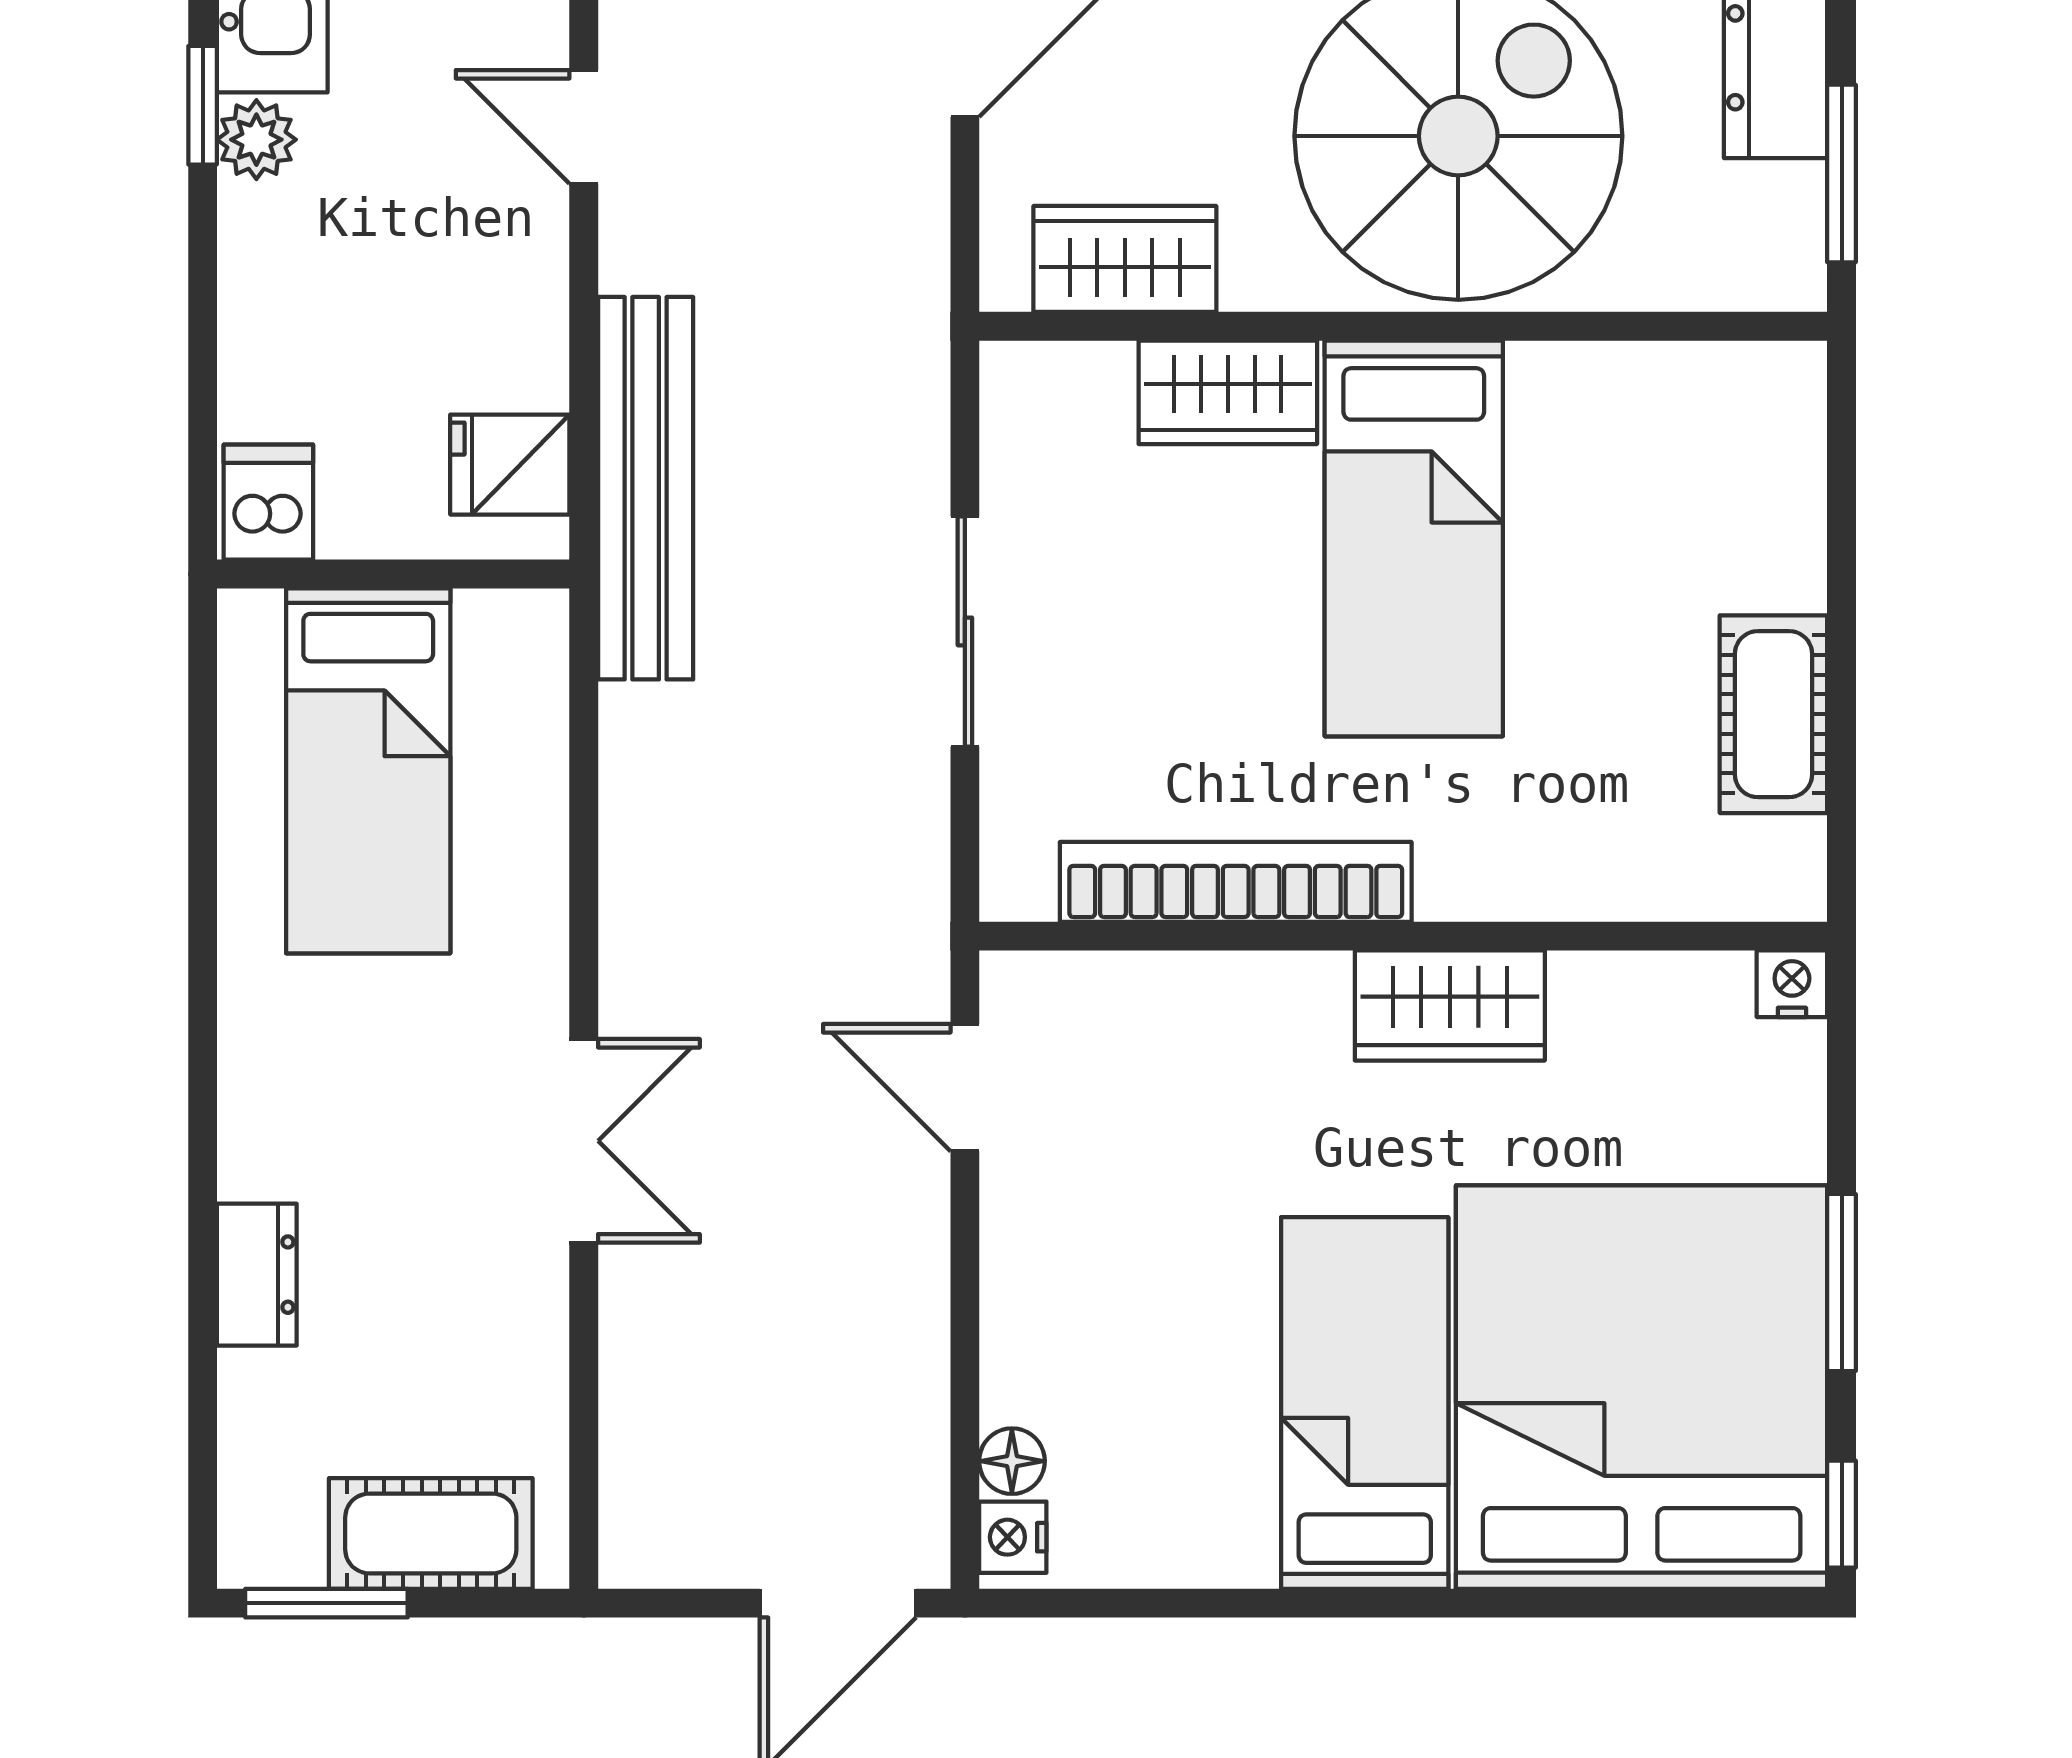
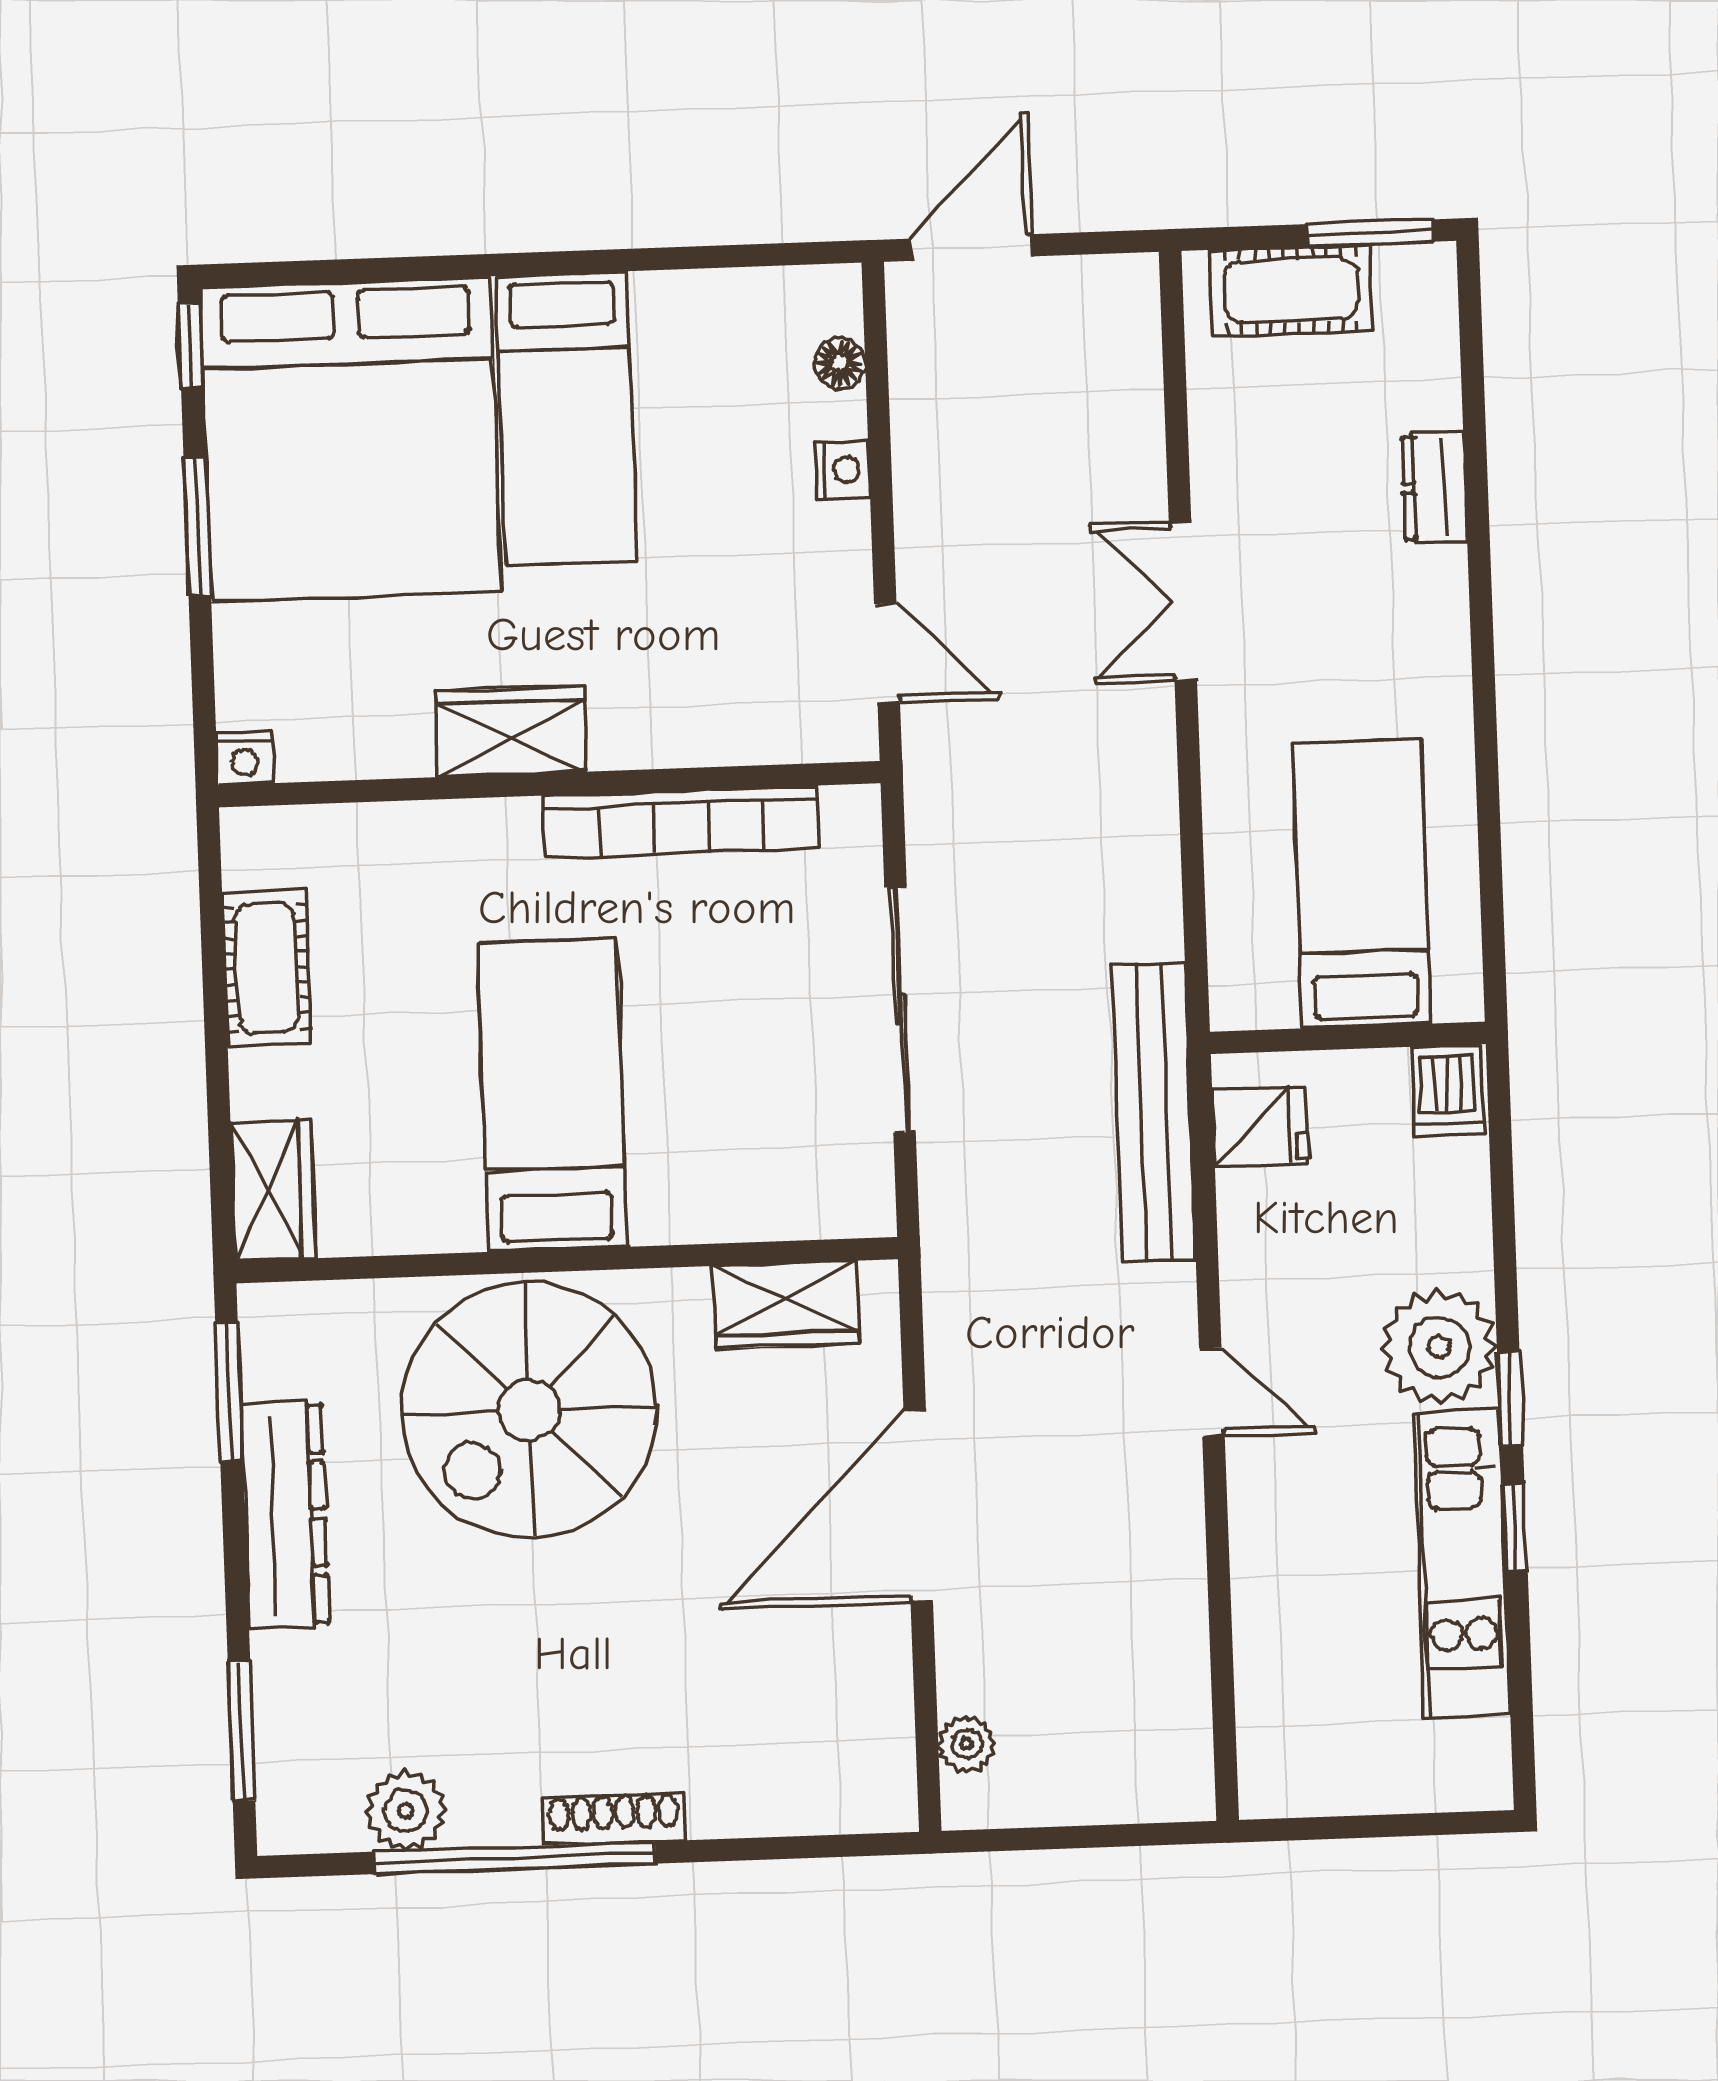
plant: (256, 140) -> (1439, 1347), width x1.87, depth x1.87
wardrobe: (1228, 392) -> (273, 1190), moved, turned 90
sliding door: (965, 631) -> (900, 1009), width x1.37
nightstand: (1013, 1537) -> (843, 470), moved

